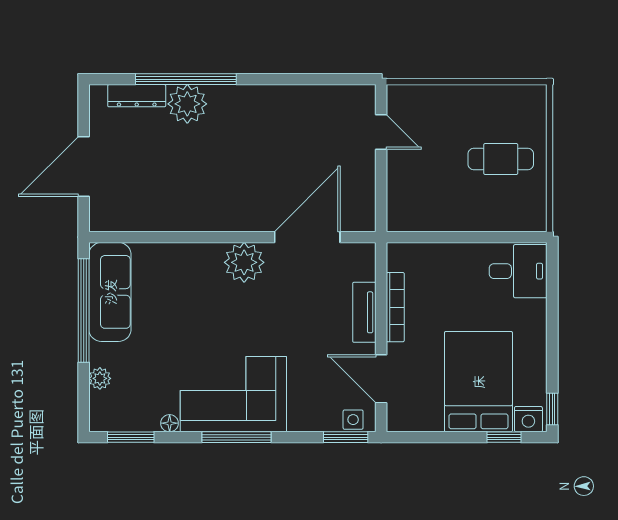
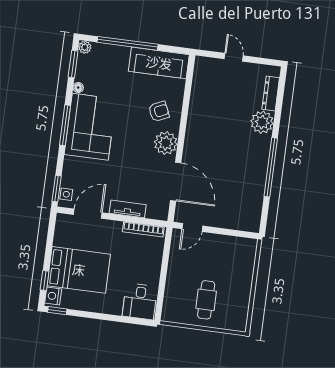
window: (186, 79) -> (271, 167), moved
door: (381, 132) -> (192, 227), moved
door: (84, 166) -> (234, 57), width x0.53
armchair: (192, 281) -> (159, 111), added
bookcase: (395, 307) -> (143, 229), moved
window: (84, 311) -> (128, 43), moved
plant: (100, 378) -> (85, 47), moved

